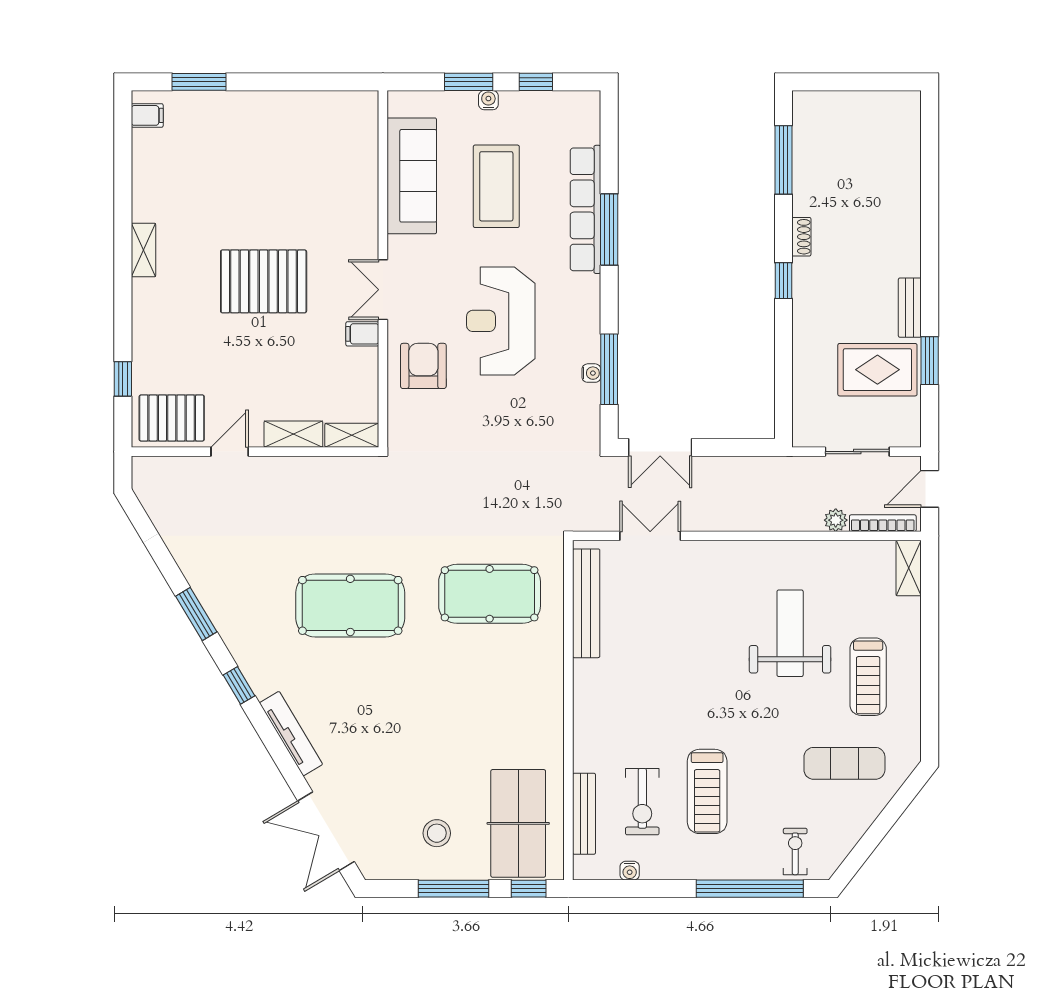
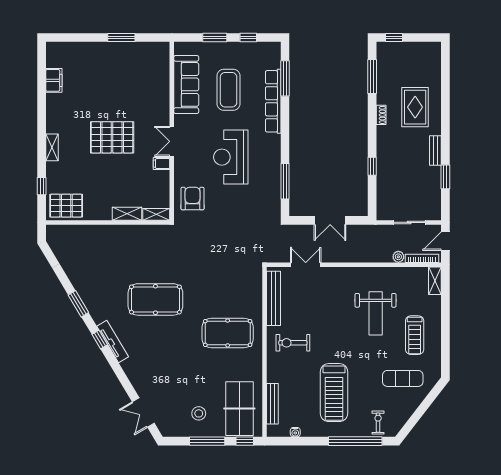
window: (199, 82) -> (121, 37), moved
window: (827, 82) -> (394, 37), added
water cooler: (488, 100) -> (225, 47), removed
filing cabinet: (147, 115) -> (54, 80), moved, width x2.00
window: (609, 230) -> (285, 78), moved
shelving: (143, 250) -> (52, 147), moved
window: (783, 281) -> (372, 166), moved
armchair: (423, 366) -> (192, 199), moved
rug: (877, 370) -> (415, 107), moved, turned 90
water cooler: (591, 373) -> (276, 183), removed
double door: (660, 447) -> (330, 220), moved
door: (230, 452) -> (95, 222), removed
pool table: (490, 594) -> (228, 333), moved
weight bench: (790, 633) -> (376, 313), turned 180
tv unit: (291, 734) -> (113, 342), moved
treadmill: (707, 791) -> (334, 393), width x1.37, depth x1.38
exercise bike: (642, 802) -> (293, 343), moved, turned 90
double door: (326, 831) -> (143, 412), width x0.73

